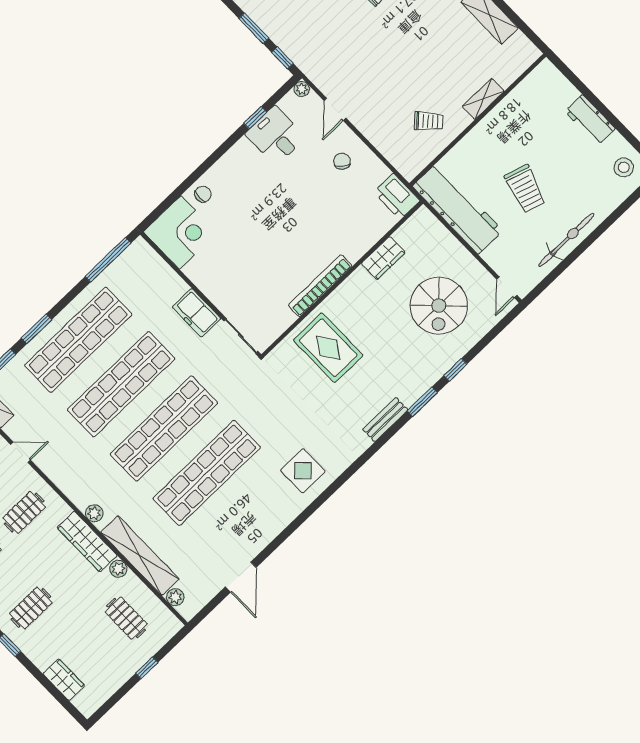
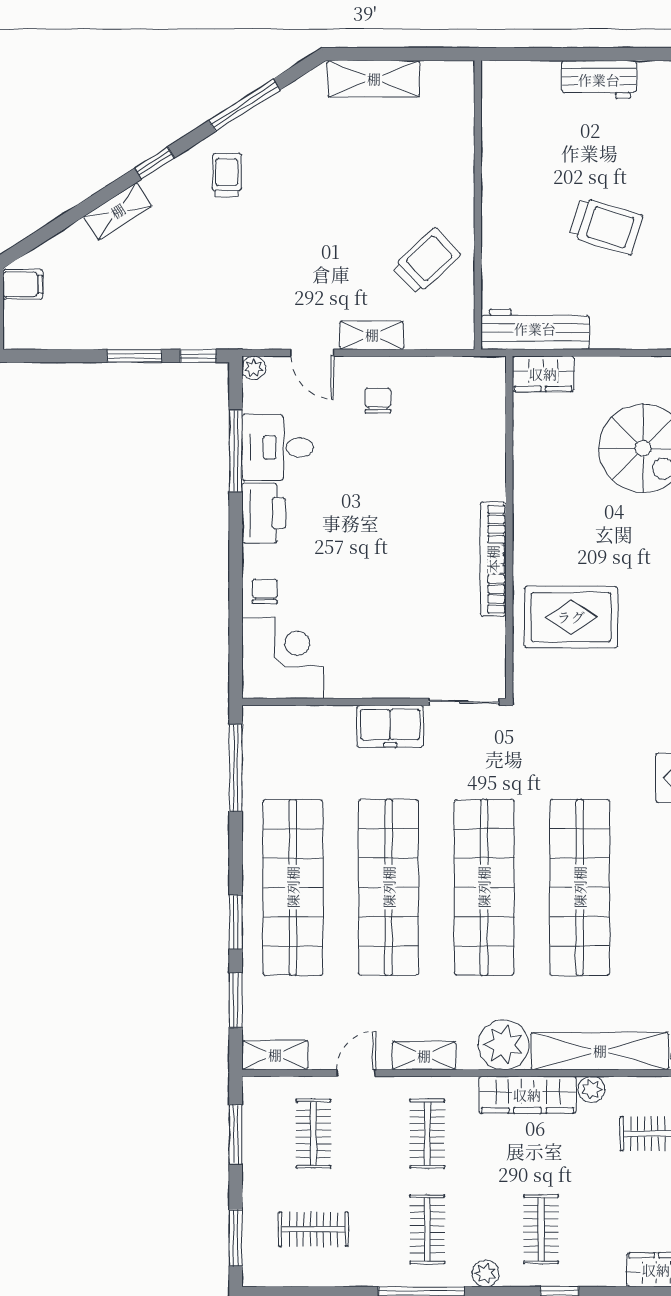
shelving: (483, 99) -> (372, 335), moved, turned 90
window: (255, 118) -> (236, 451), width x2.17
trolley: (429, 121) -> (426, 261), width x1.36, depth x1.39
chair: (342, 161) -> (378, 401), turned 52
printer: (397, 196) -> (264, 513), moved, turned -90
workbench: (458, 208) -> (535, 329), width x0.73, depth x0.76
wardrobe: (383, 258) -> (543, 374), moved, turned 90
shelving: (59, 476) -> (424, 1056), added
plant: (94, 513) -> (504, 1045), width x1.88, depth x1.88

